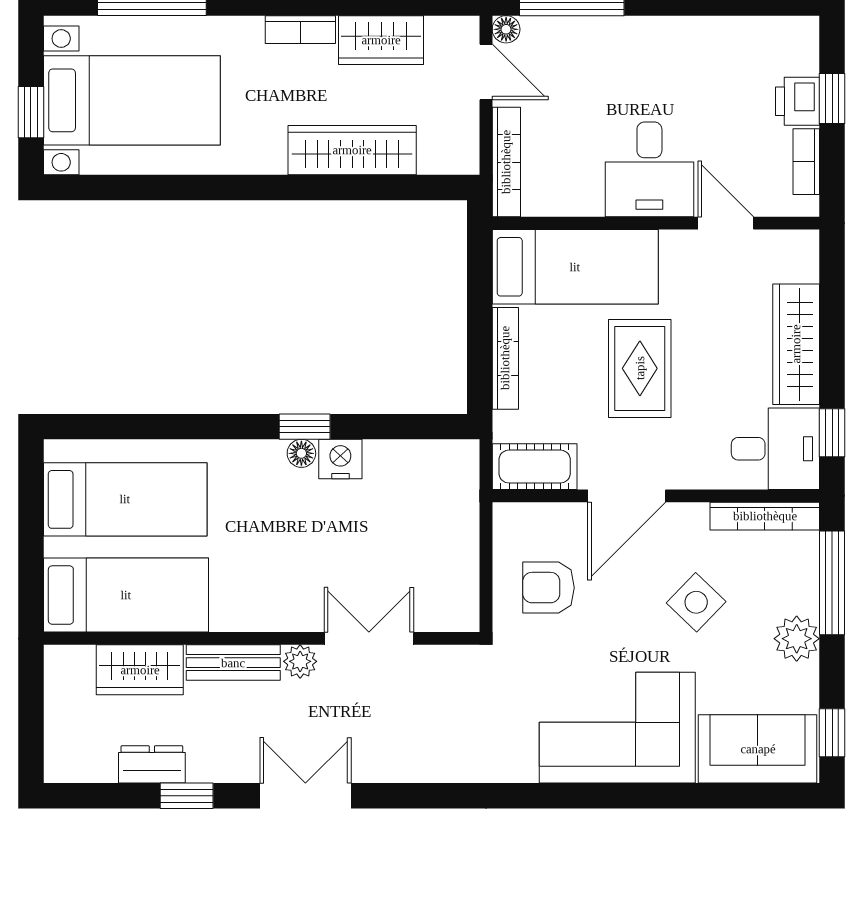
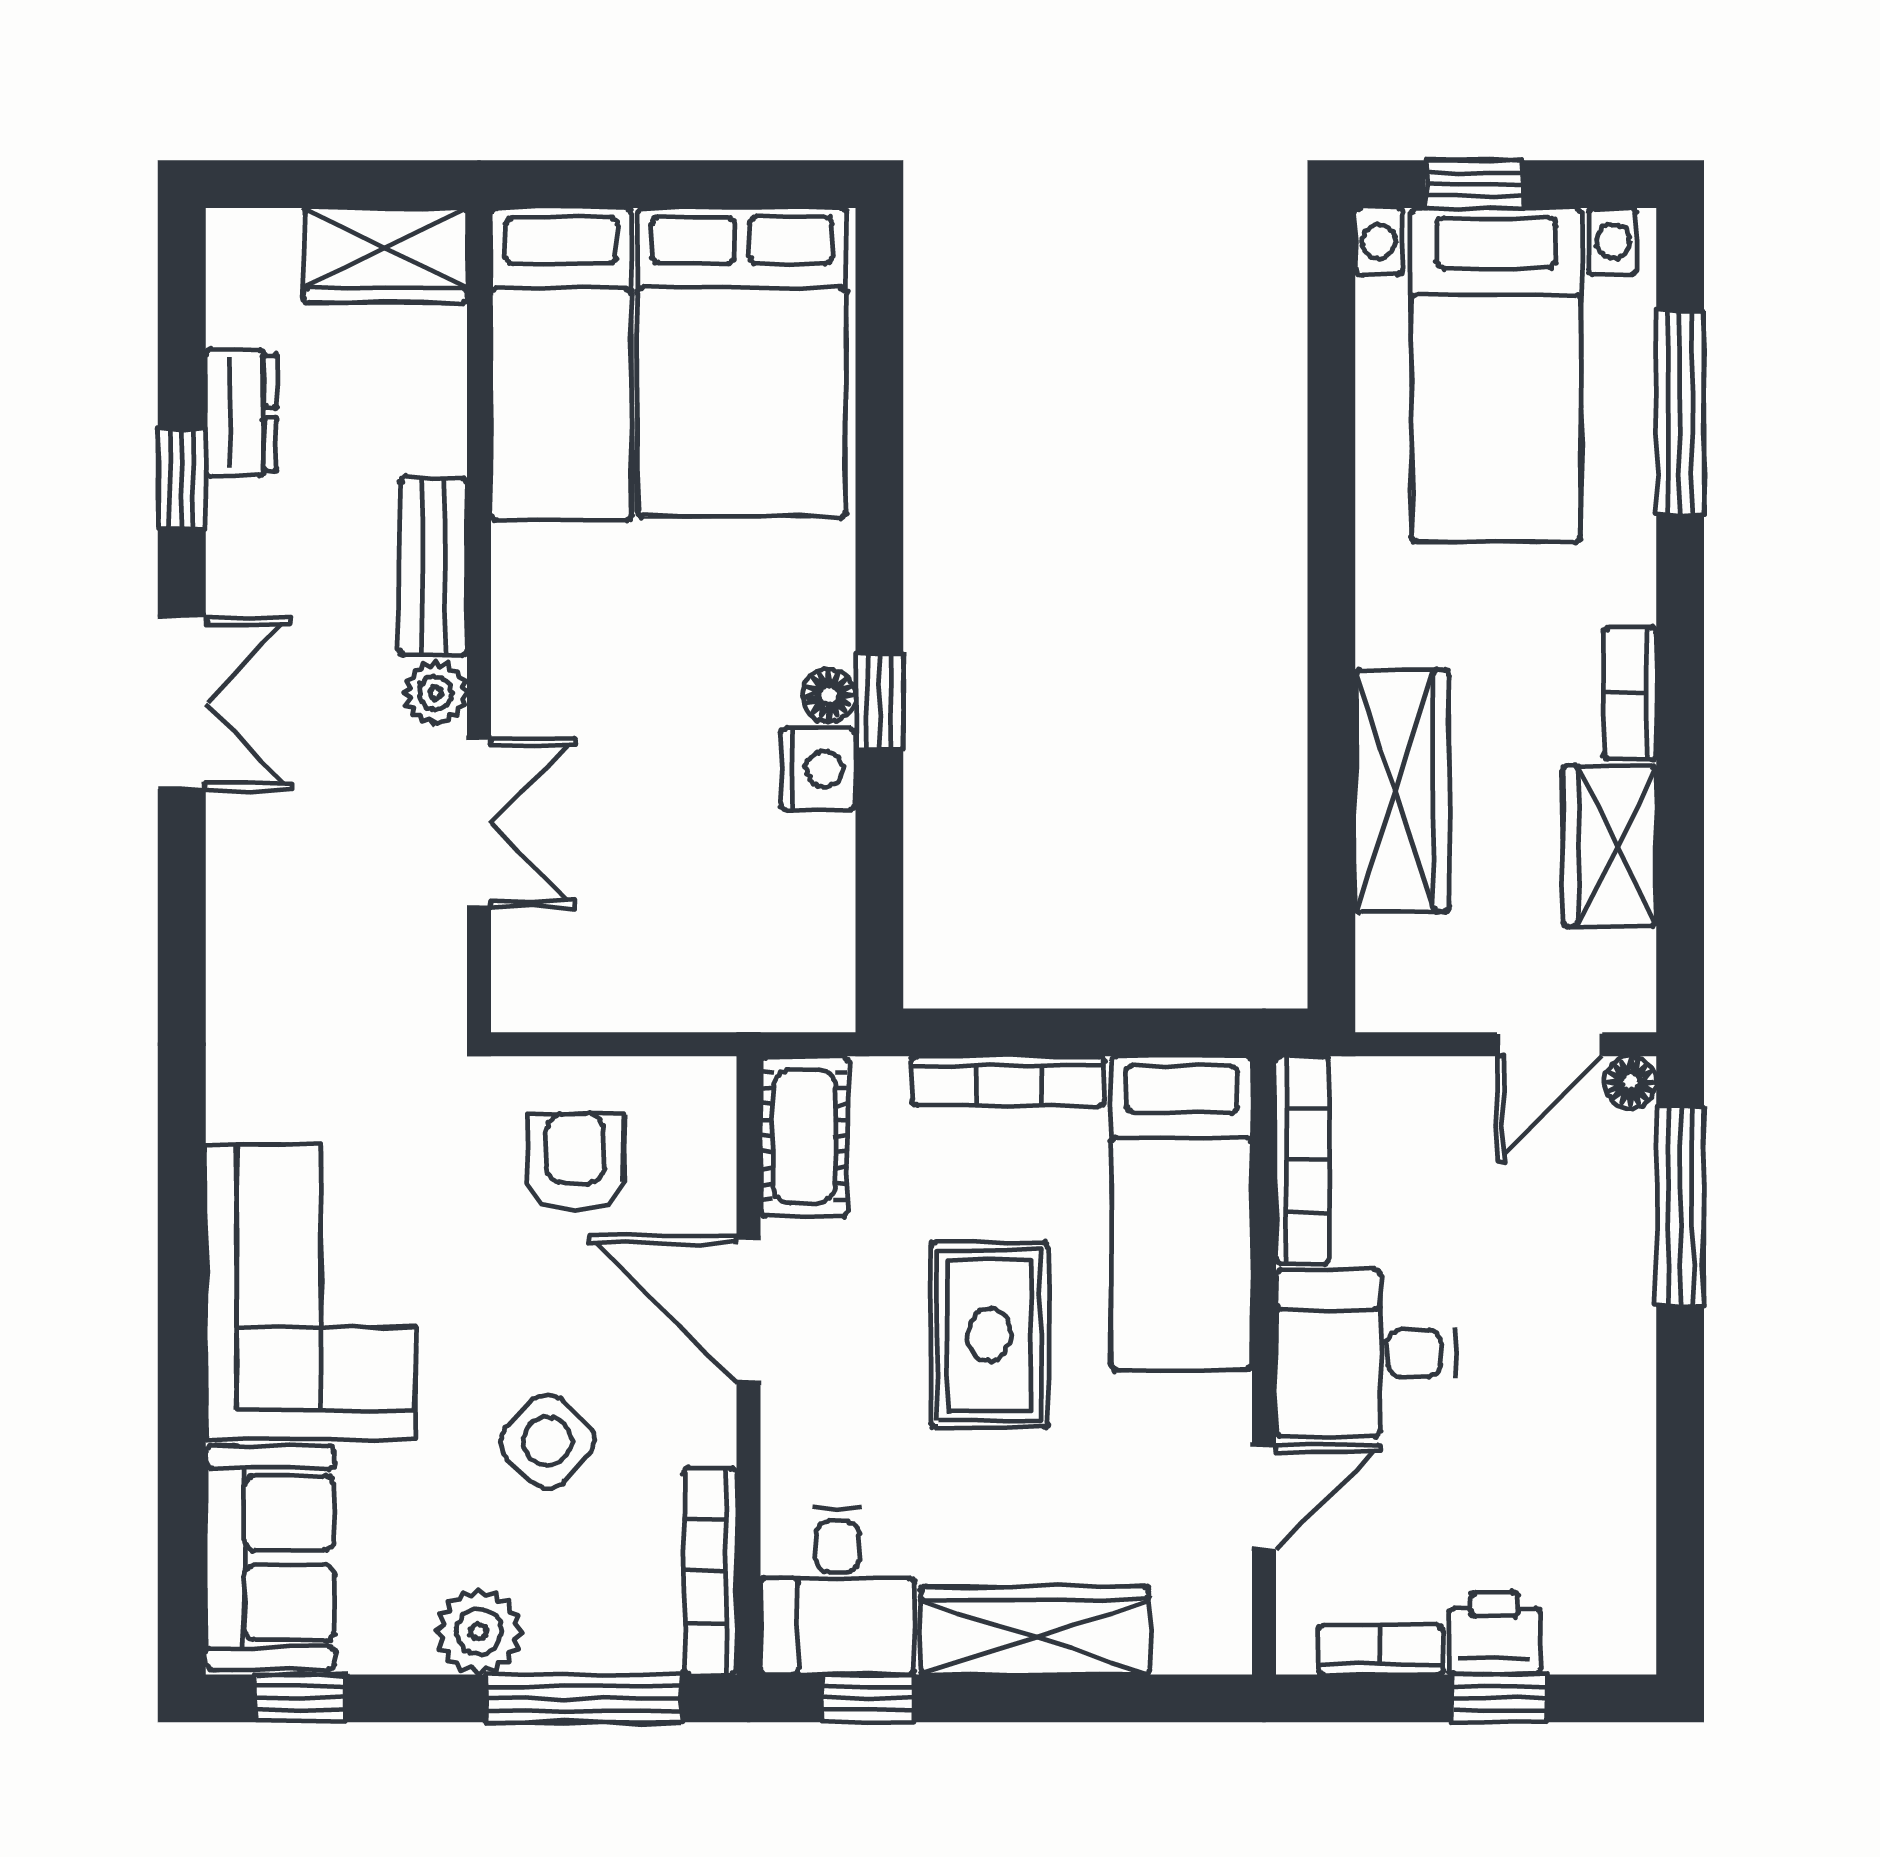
bookcase: (506, 162) -> (1302, 1160), moved, turned -90
rug: (640, 368) -> (989, 1335), turned 90
bed: (125, 499) -> (742, 362), width x1.50
wardrobe: (140, 670) -> (385, 255), moved, turned -90

